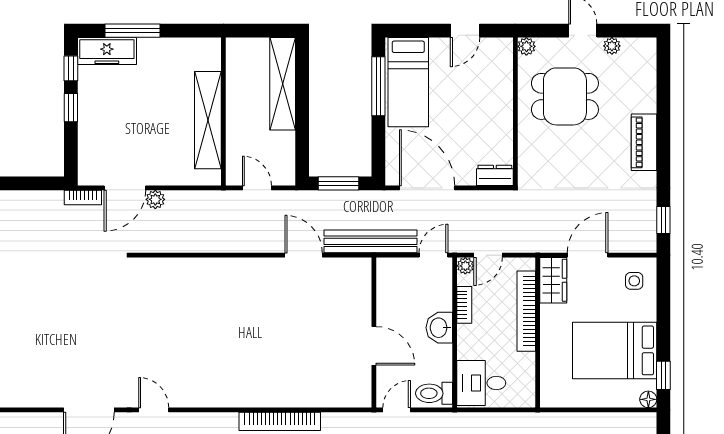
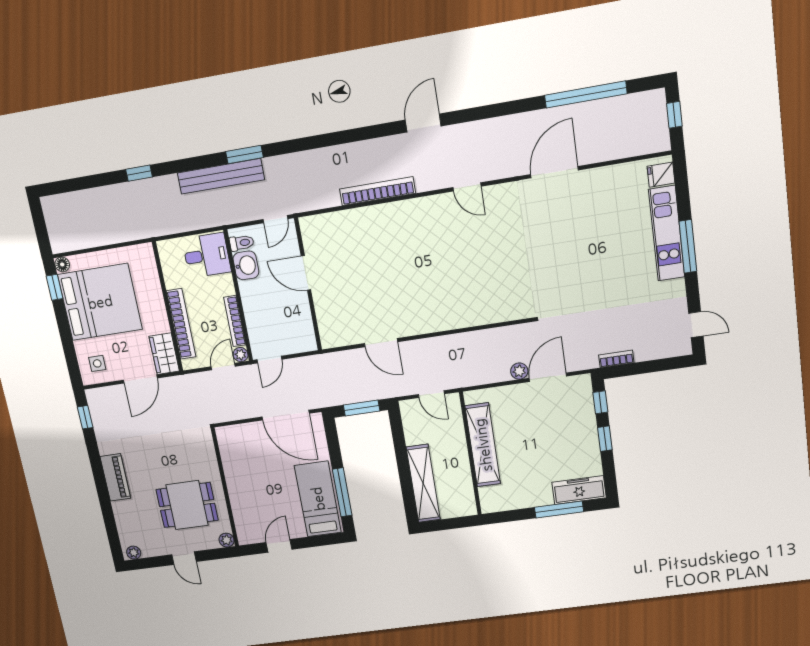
plant: (612, 46) -> (134, 553), moved
window: (71, 68) -> (600, 402), moved
dresser: (495, 175) -> (231, 434), removed
bookcase: (83, 197) -> (616, 359), moved
bench: (371, 241) -> (325, 363), removed
bookcase: (464, 305) -> (235, 321), width x1.56
washbasin: (439, 328) -> (246, 265), moved
bed: (615, 350) -> (100, 302), width x1.36
toilet: (434, 393) -> (242, 243), width x0.73, depth x0.72
door: (154, 410) -> (467, 187), moved

